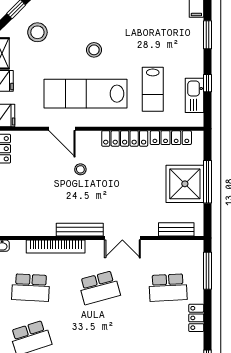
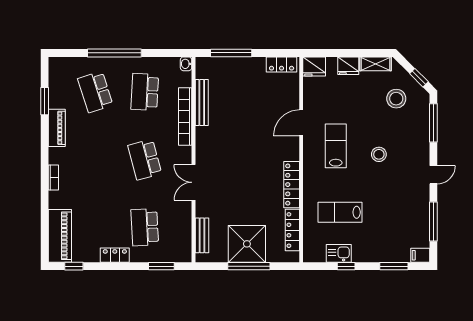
lab bench: (86, 94) -> (336, 146), width x0.54, depth x0.72
kitchen sink: (194, 95) -> (339, 253), width x0.73
stool: (80, 169) -> (261, 141), removed
bench: (80, 230) -> (202, 103), moved
window: (207, 271) -> (161, 266), width x0.69

